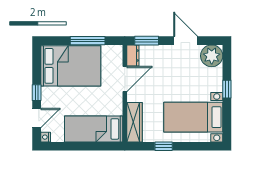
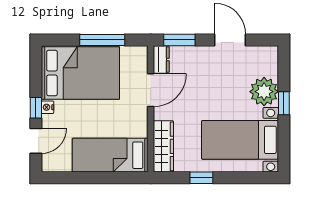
plant: (212, 56) -> (264, 92), moved
nightstand: (46, 137) -> (48, 107), moved

